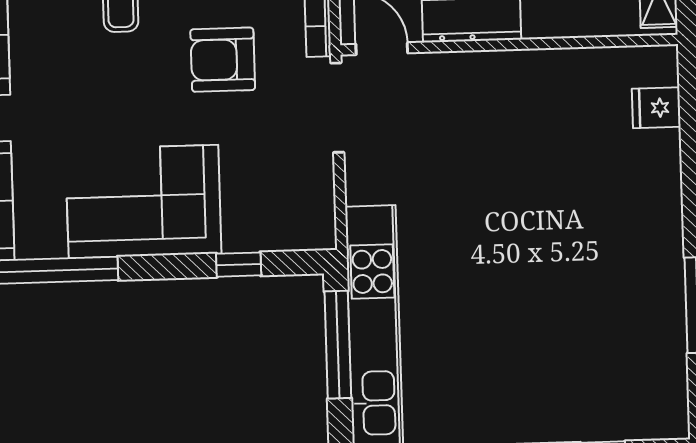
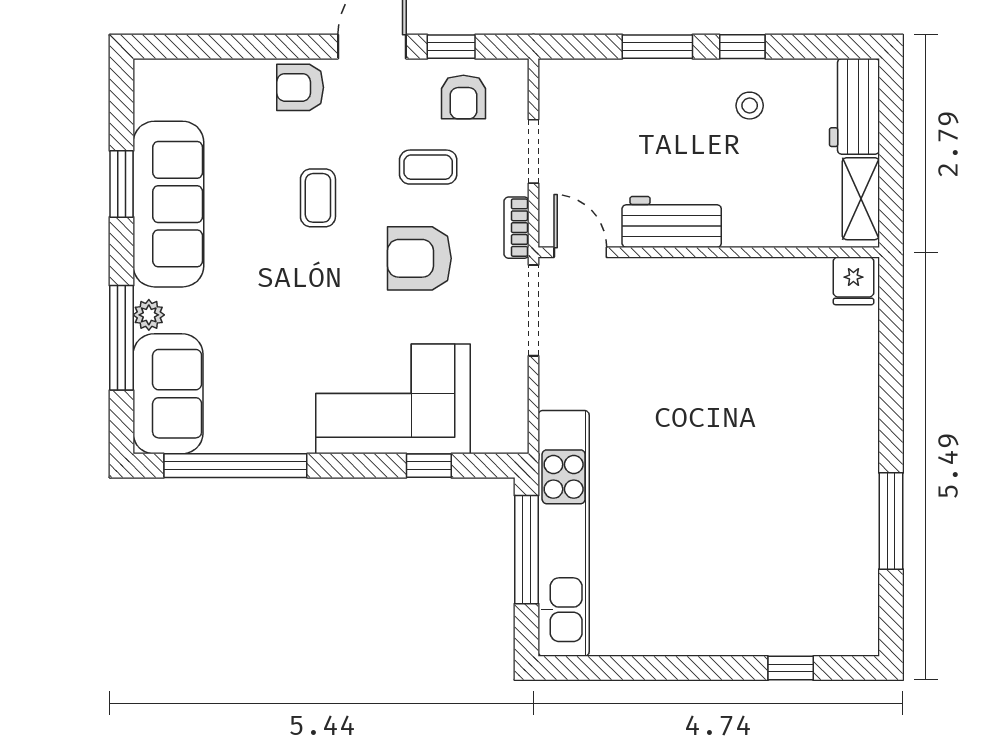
fridge: (656, 108) -> (853, 281), moved, turned -90
corner sofa: (143, 201) -> (393, 399), moved

